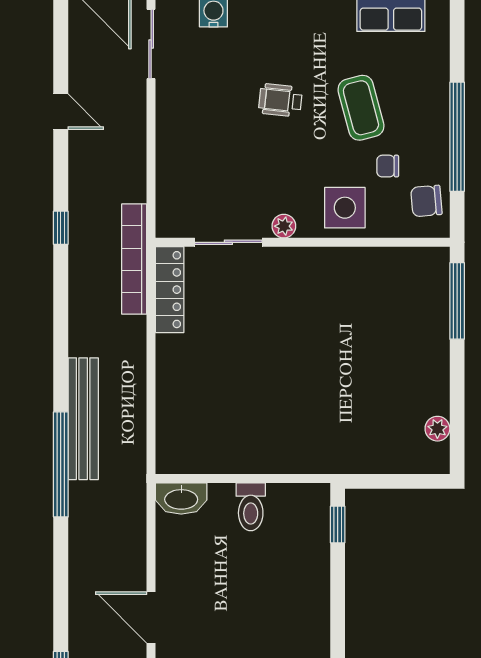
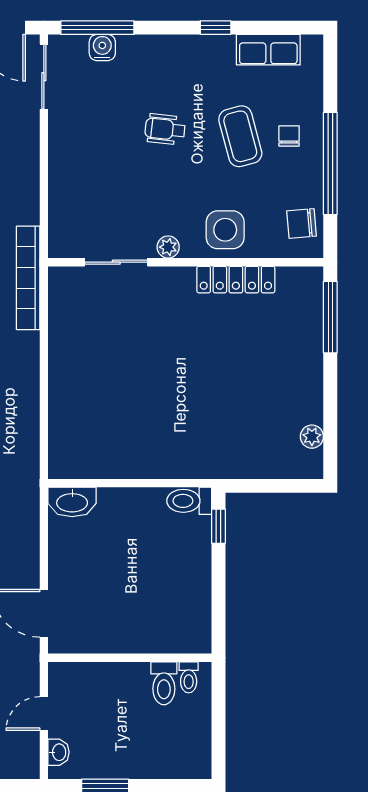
chair: (388, 166) -> (289, 136), moved, turned 90
locker: (170, 290) -> (236, 280), moved, turned 90
toilet: (251, 507) -> (189, 501), moved, turned 90

